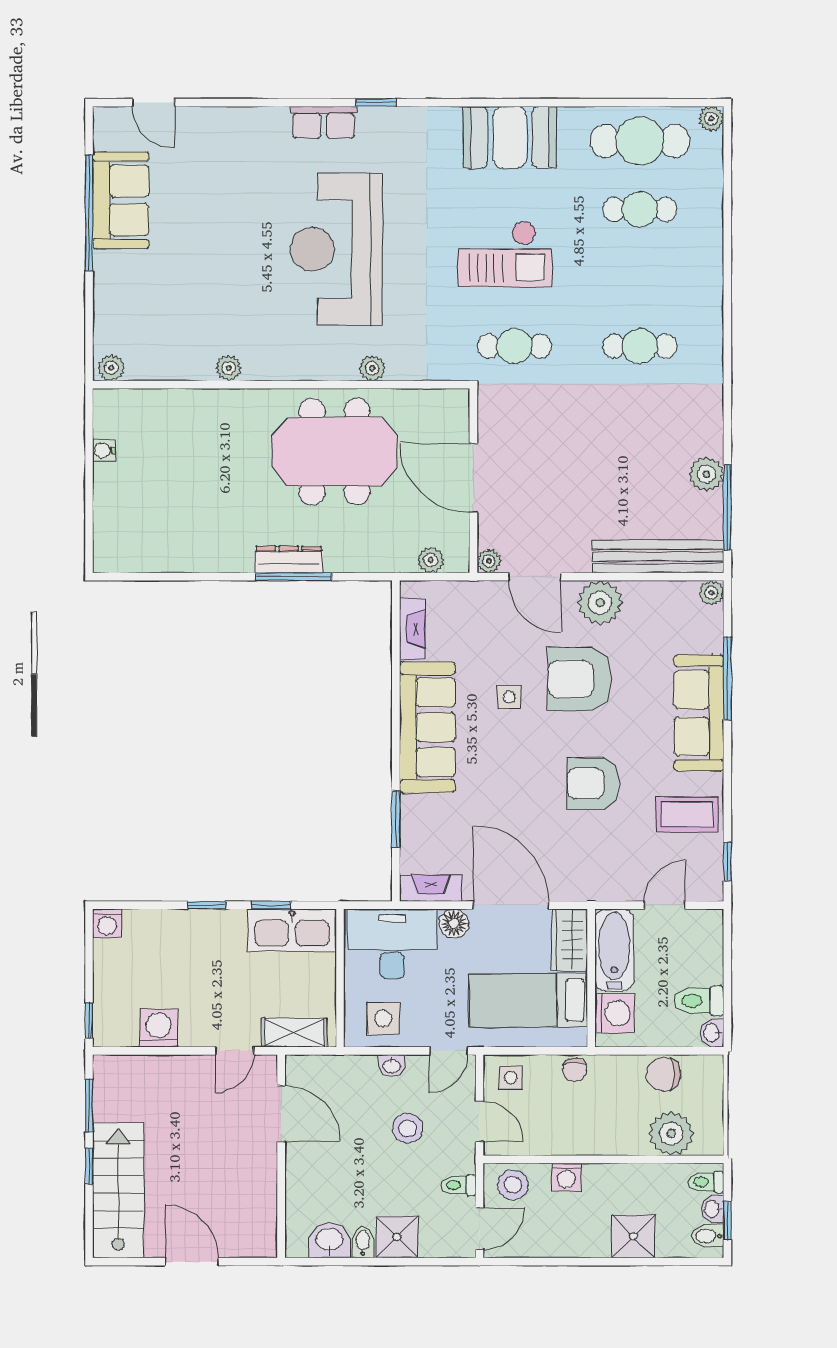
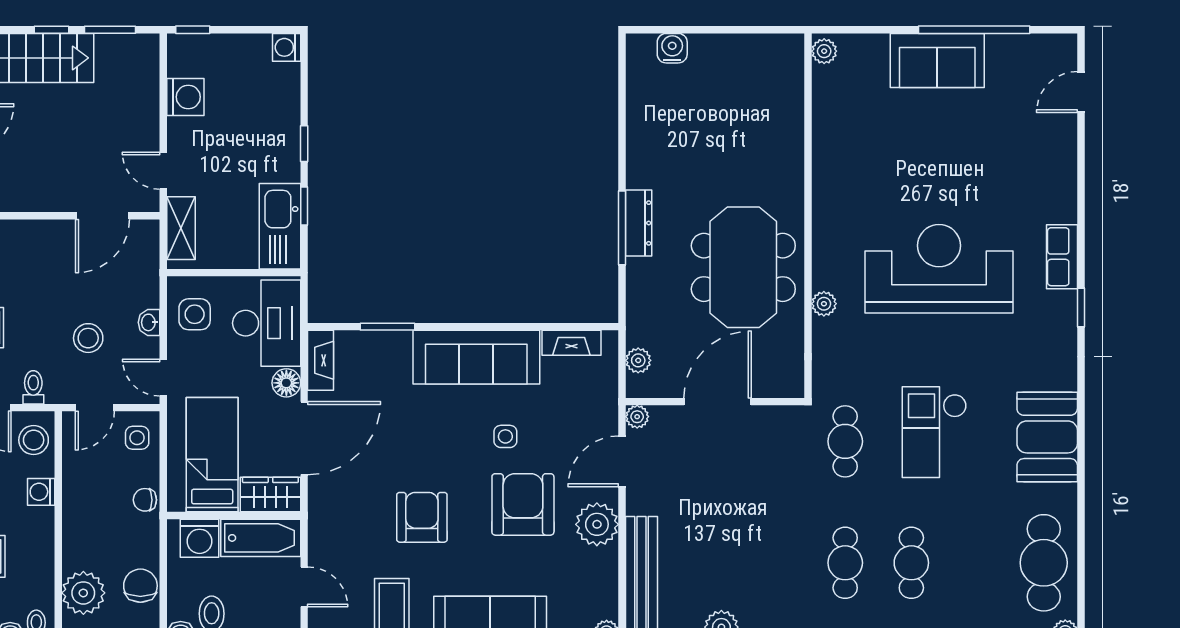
sofa: (121, 200) -> (937, 60), moved
cafe table: (640, 209) -> (911, 563), moved
plant: (229, 368) -> (824, 165), removed
water cooler: (104, 451) -> (672, 48), moved, width x1.38, depth x1.38

